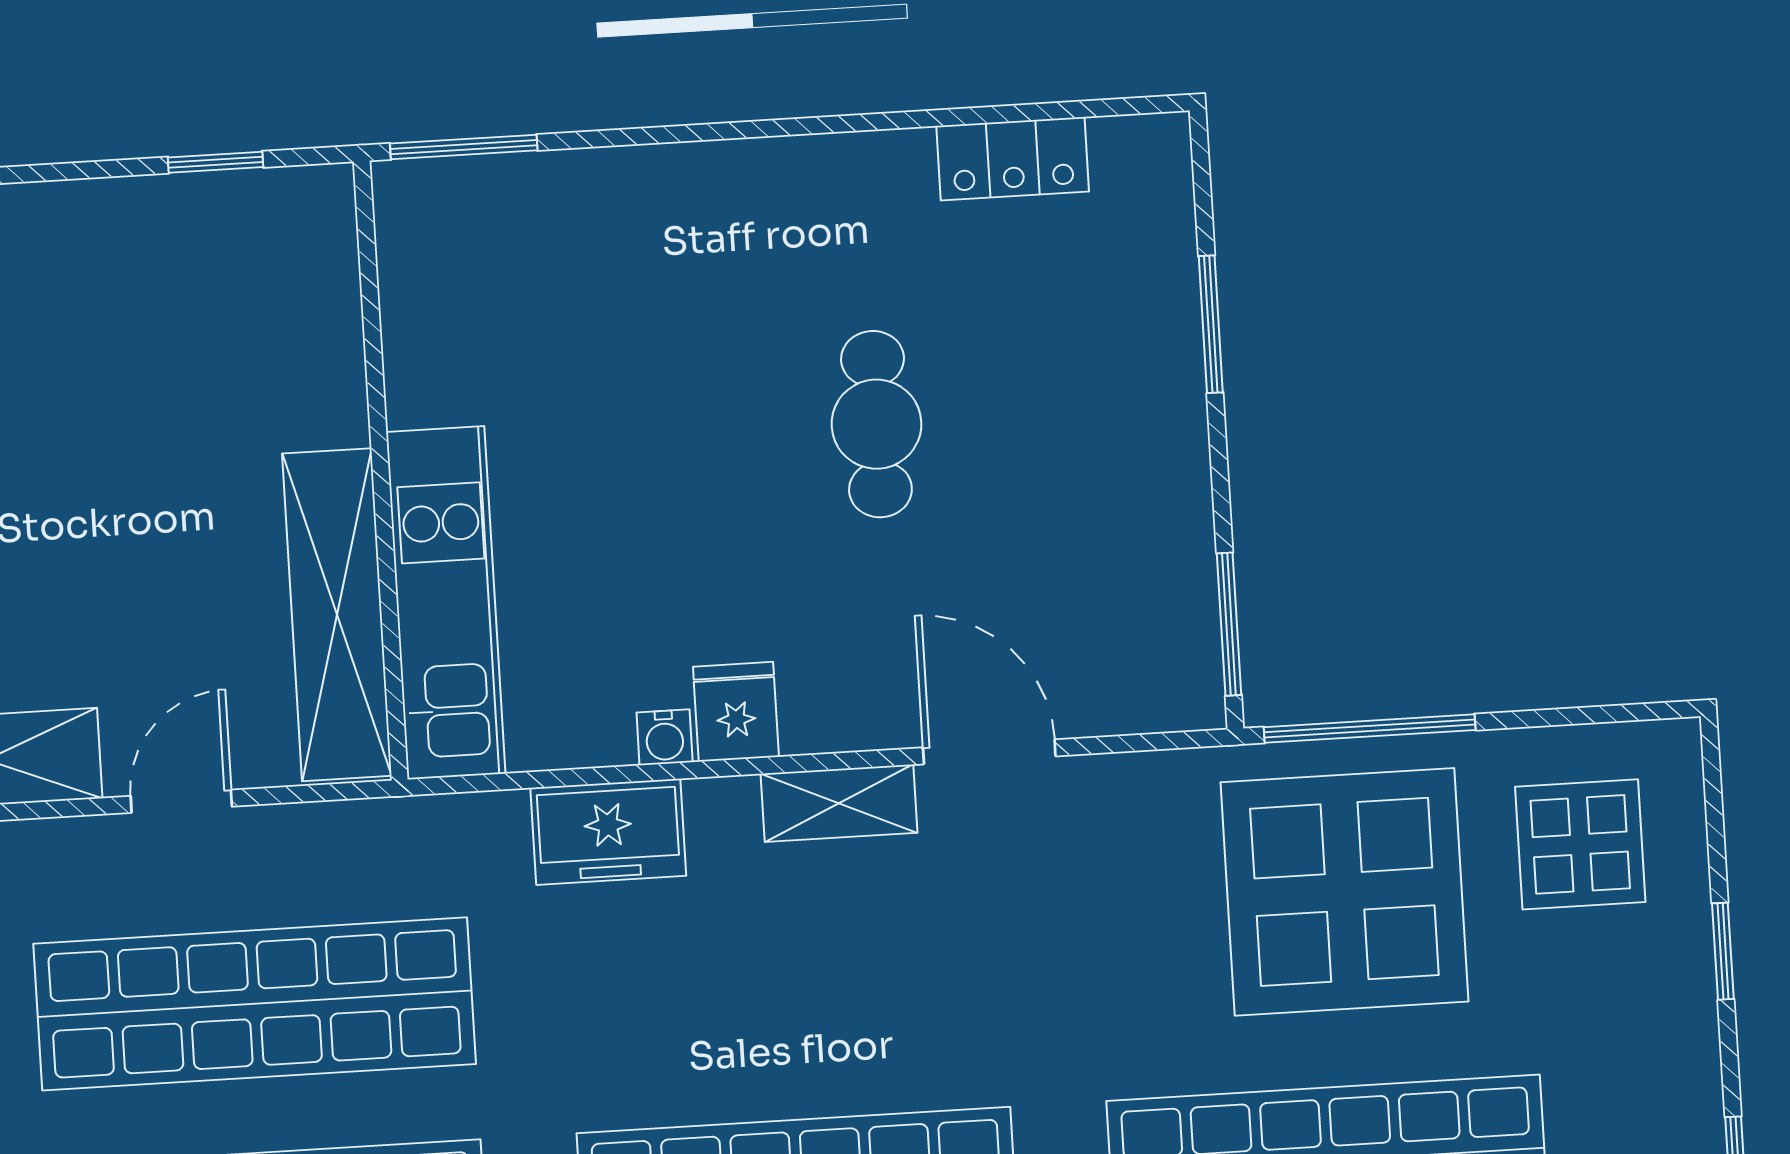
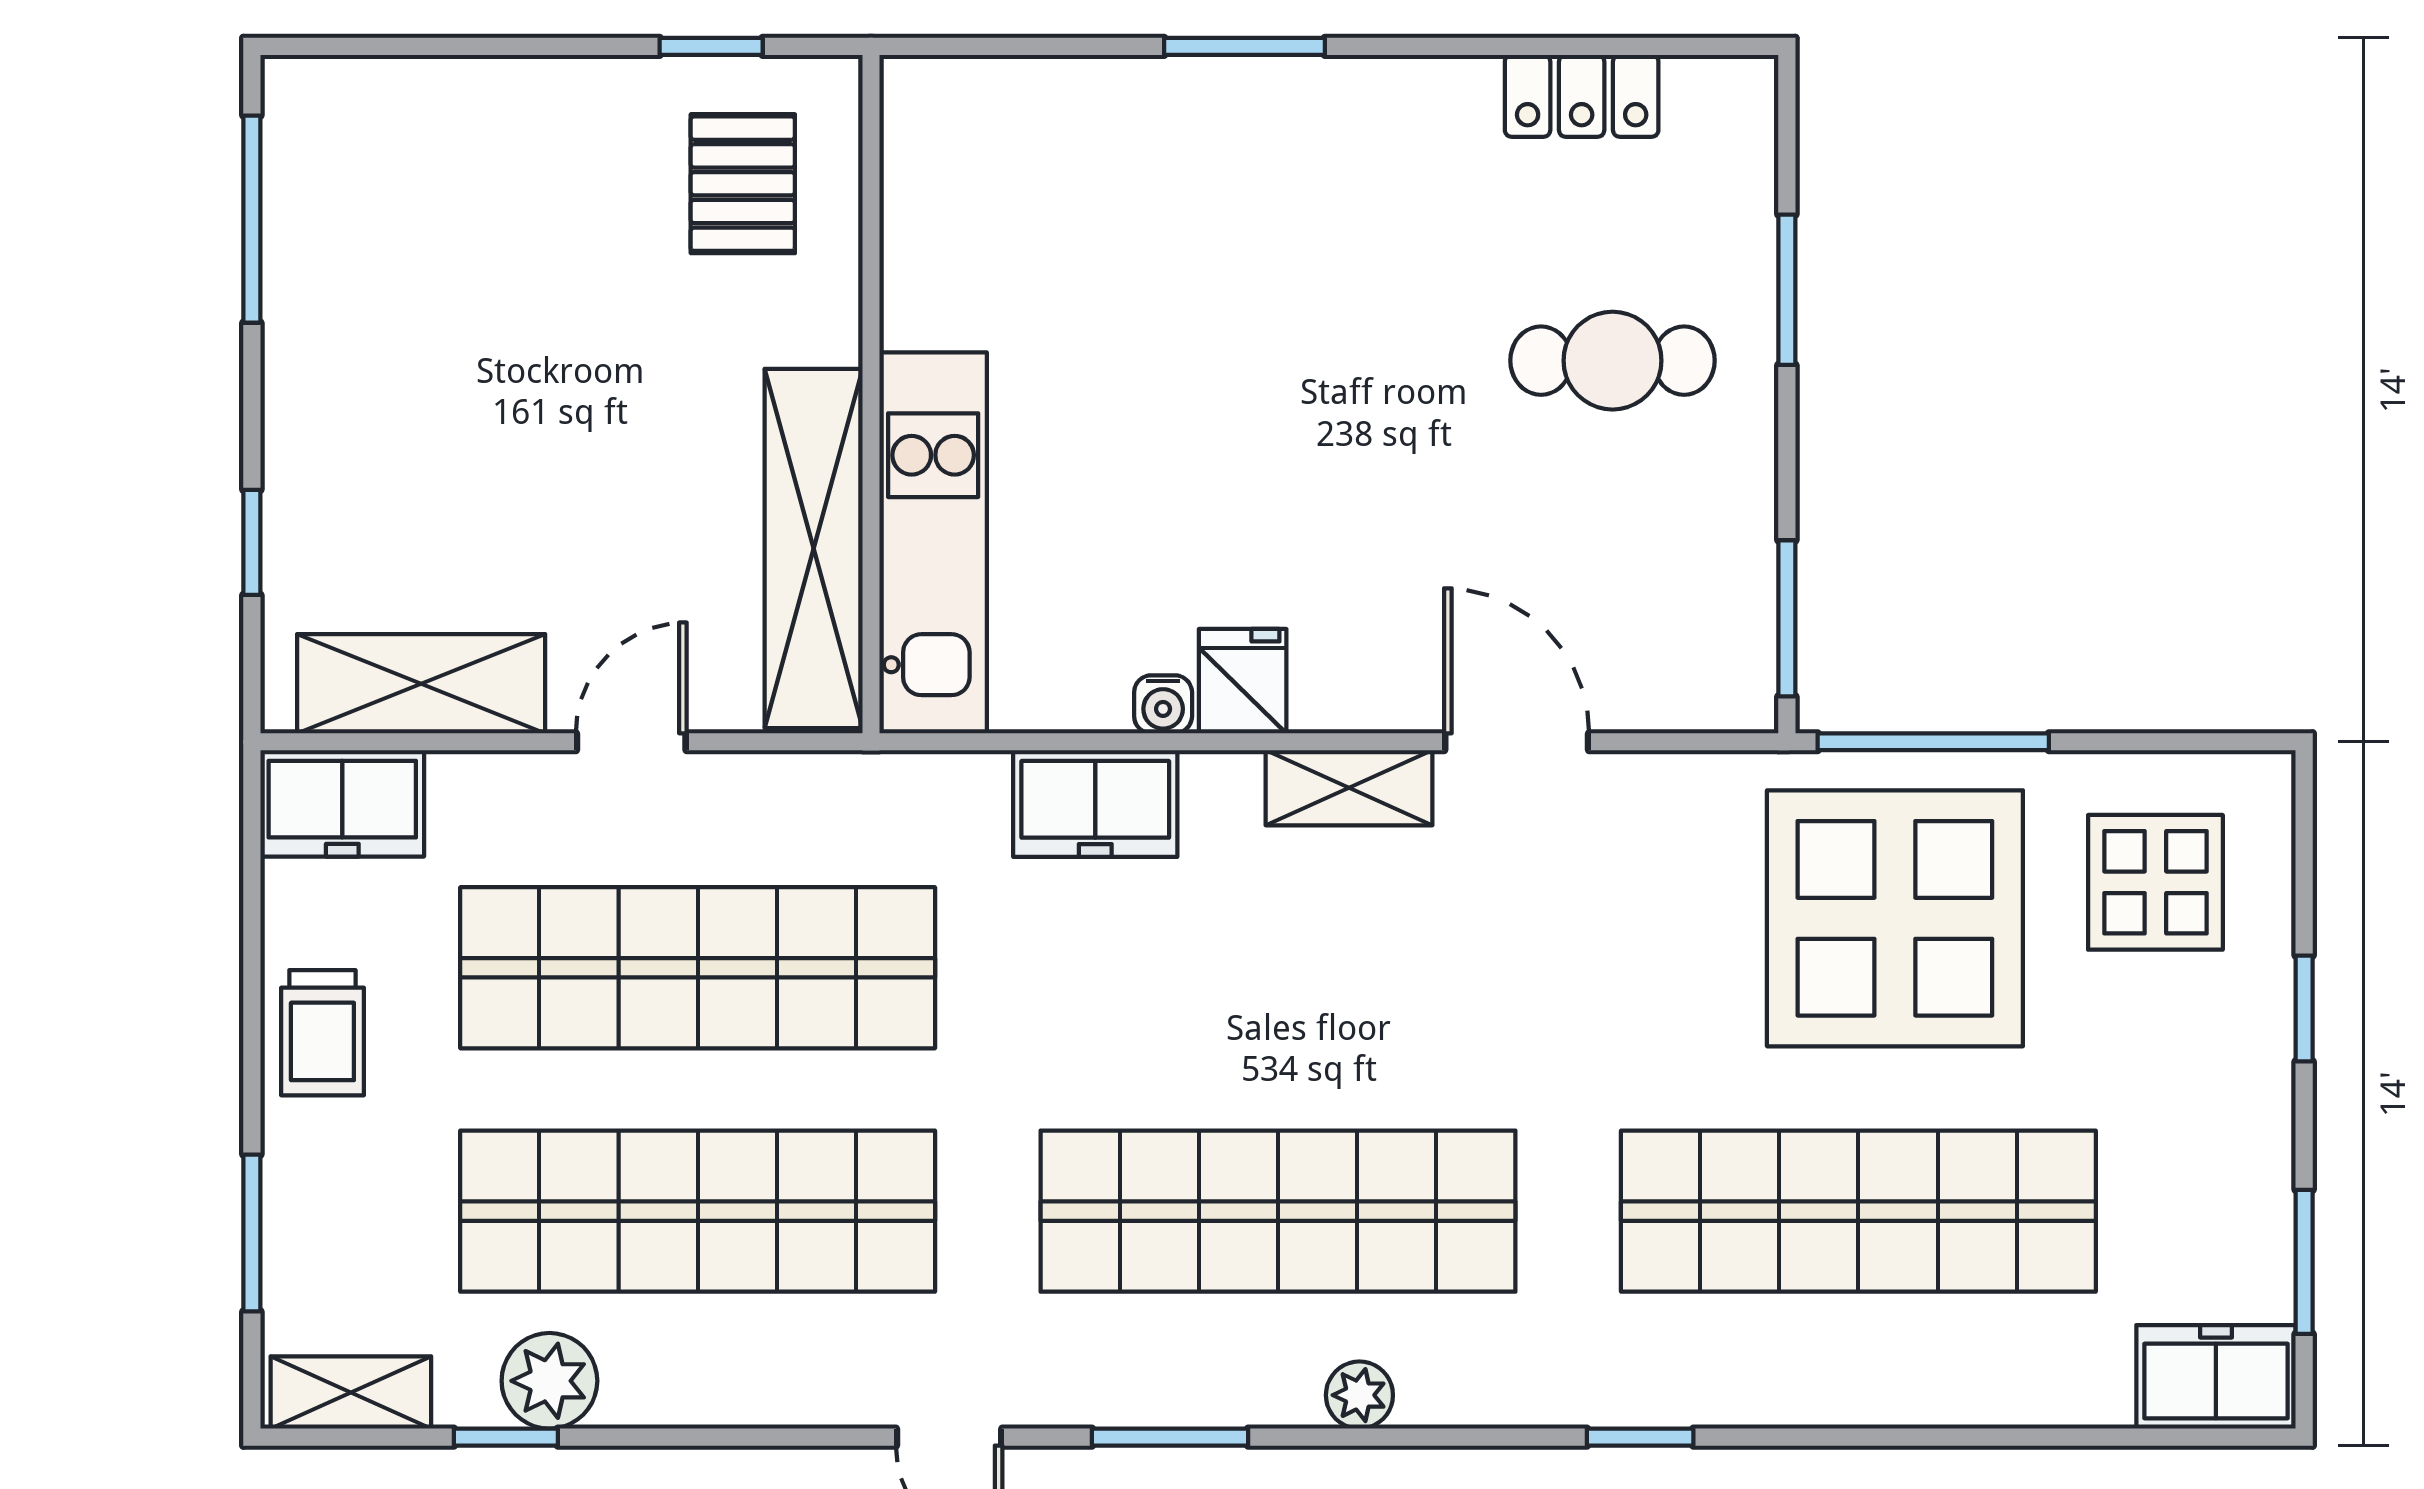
window: (464, 147) -> (1244, 46), moved
pallet: (252, 286) -> (743, 184), added
cafe table: (876, 424) -> (1613, 361), moved, turned 90

